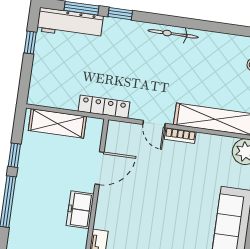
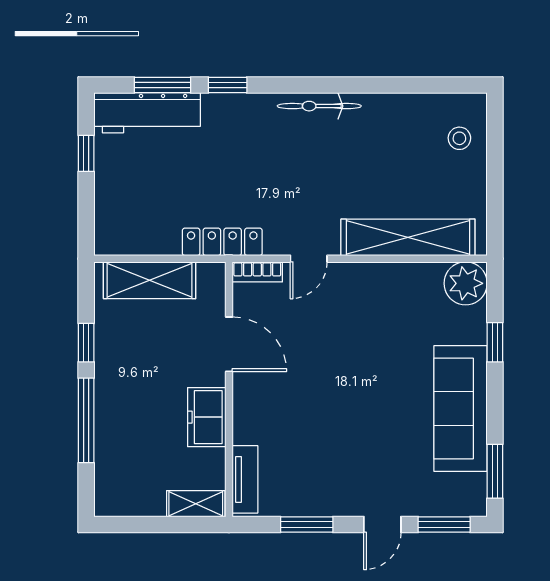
door: (154, 124) -> (309, 259), hinge flipped
bookcase: (180, 136) -> (257, 272), moved
door: (99, 168) -> (229, 344), hinge flipped

